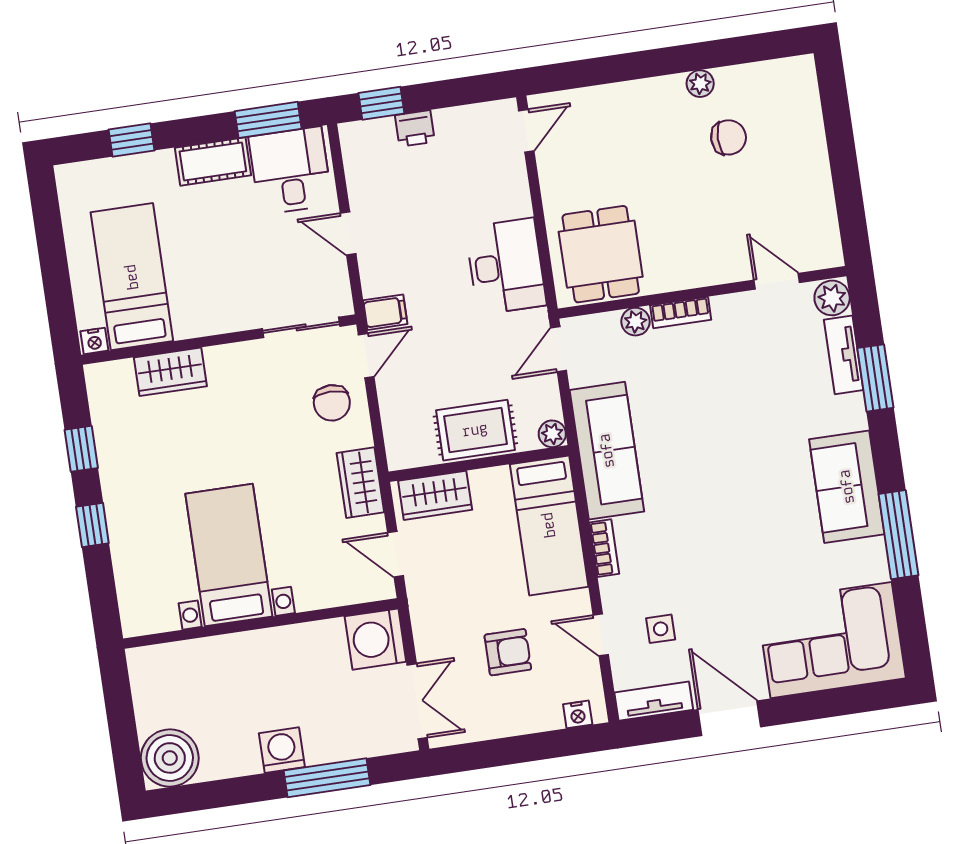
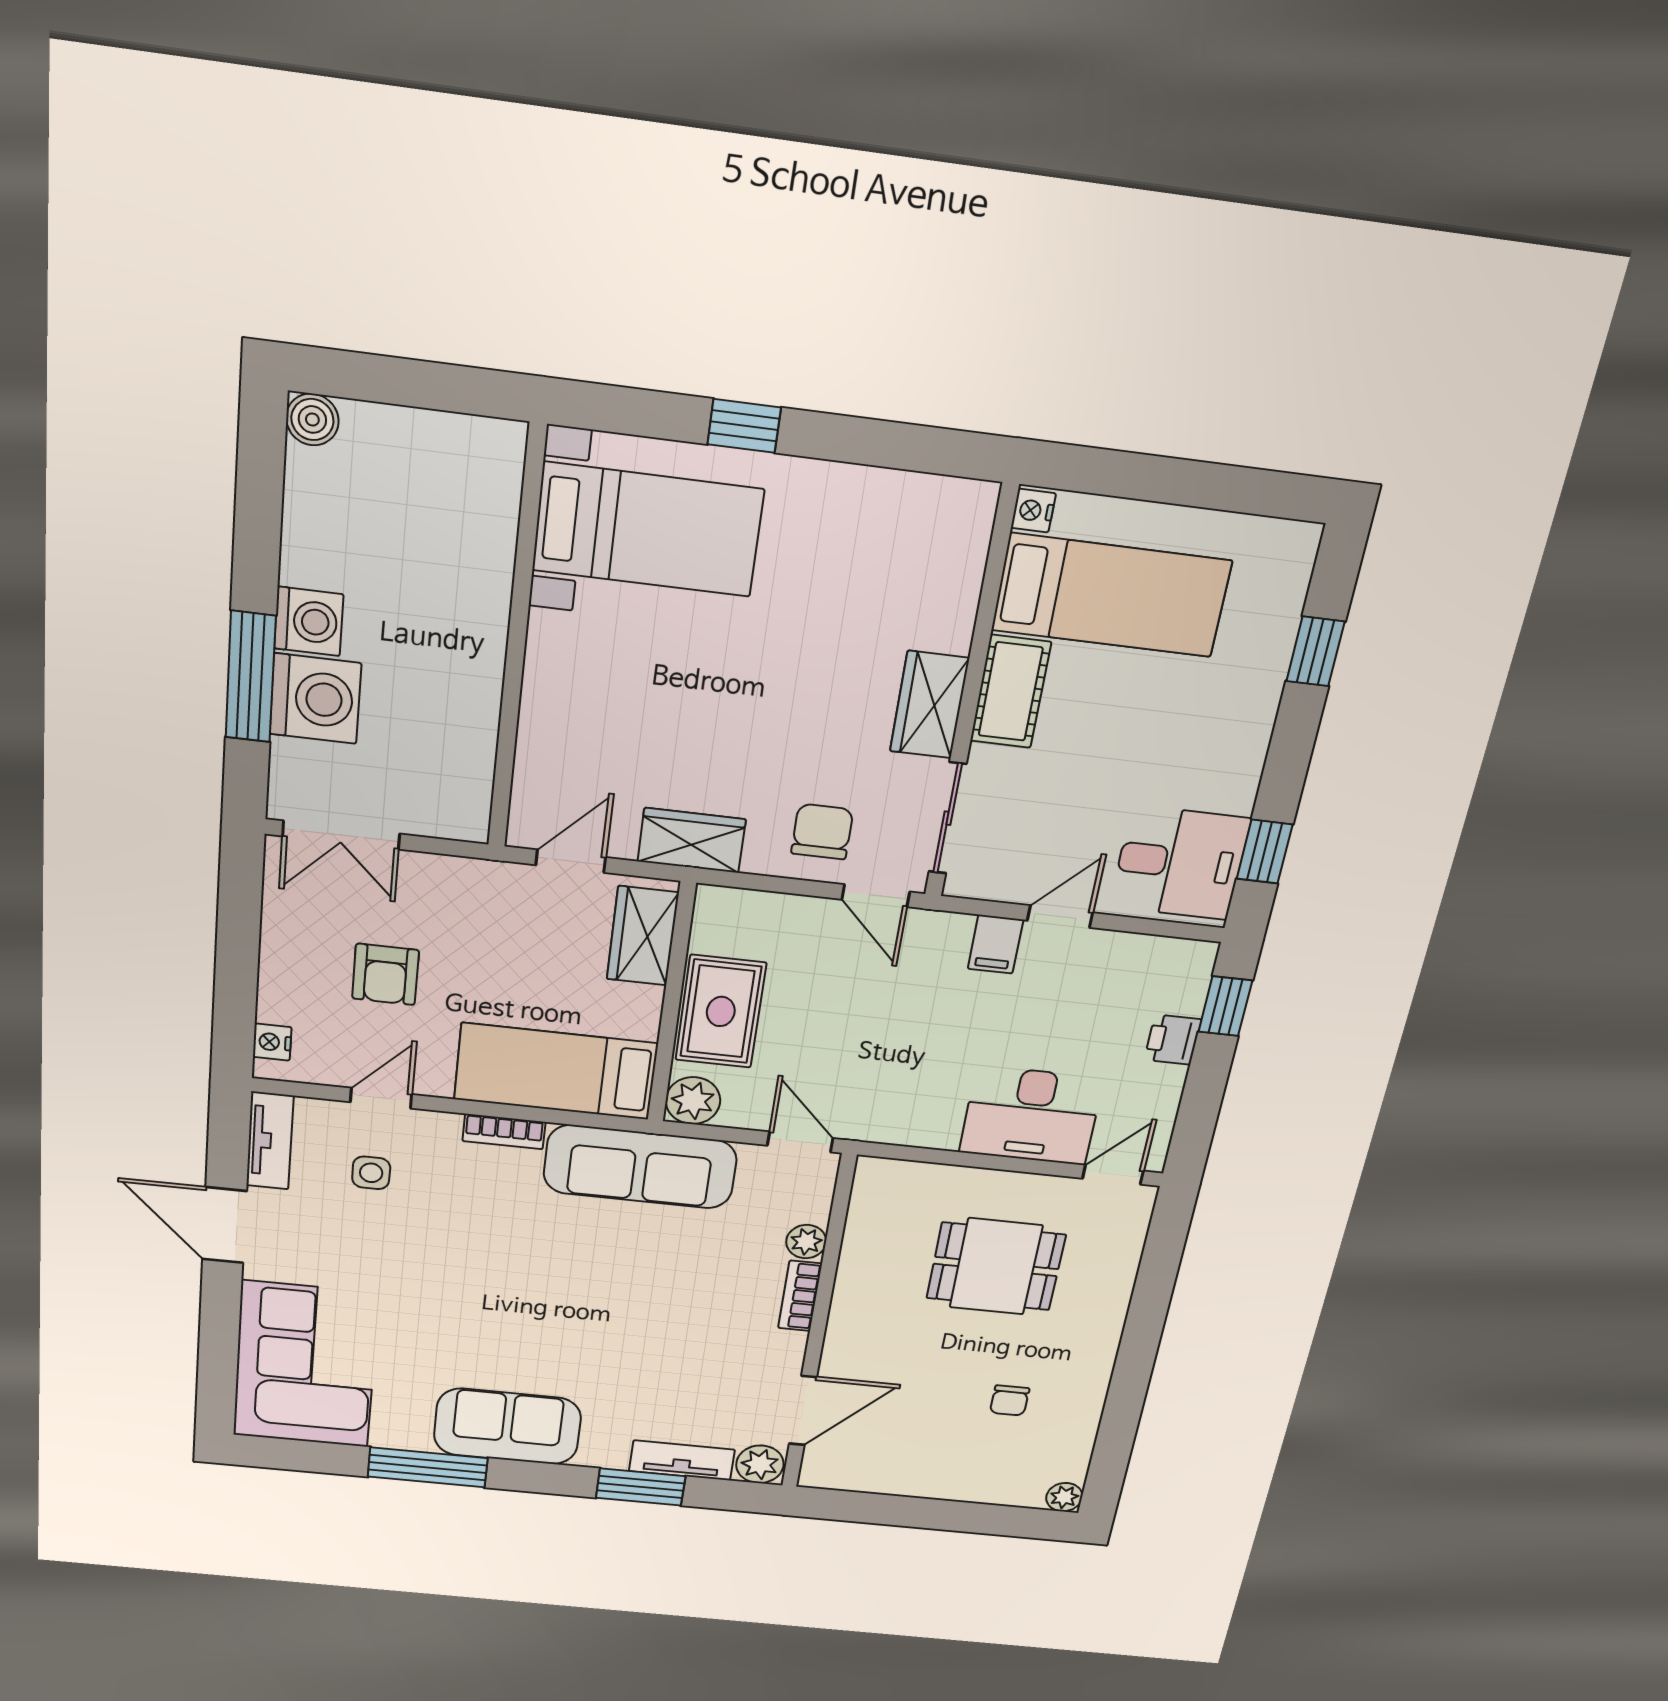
plant: (700, 84) -> (1064, 1497), moved
window: (268, 120) -> (1265, 852), width x0.67
door: (526, 131) -> (1113, 1175), swing flipped
chair: (729, 137) -> (1010, 1400), width x0.73, depth x0.73
cot: (213, 161) -> (1011, 692), moved
dining table: (601, 254) -> (996, 1266), moved
desk: (506, 266) -> (1031, 1115), moved
door: (777, 281) -> (803, 1411), width x1.38
filing cabinet: (385, 312) -> (995, 944), moved
wardrobe: (170, 372) -> (929, 705), moved
chair: (332, 403) -> (822, 832), turned 90
plant: (552, 434) -> (693, 1101), width x1.38, depth x1.38
window: (81, 449) -> (871, 442), removed
bed with nightstands: (229, 555) -> (648, 530), moved
washing machine: (375, 639) -> (315, 699), moved, turned 90
door: (729, 718) -> (224, 1225), swing flipped
boiler: (170, 758) -> (312, 420), width x0.54, depth x0.54

